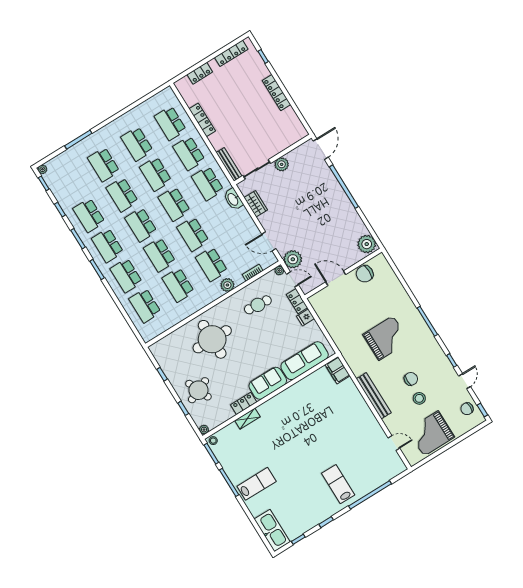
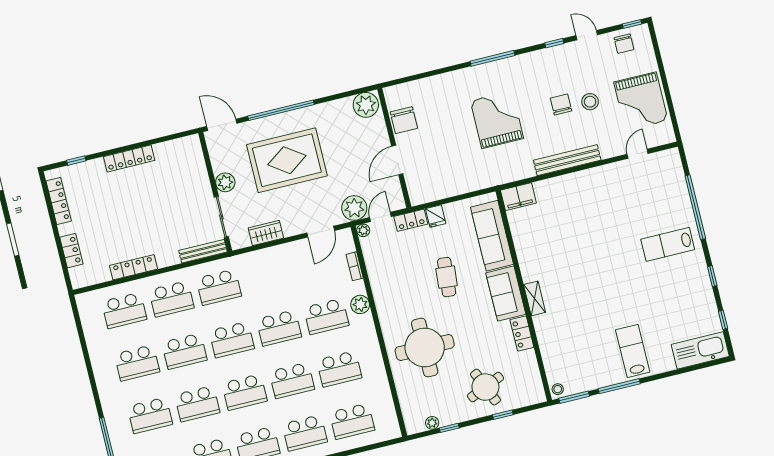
washbasin: (233, 199) -> (250, 260), removed
rug: (311, 202) -> (287, 160), added
cafe table: (258, 305) -> (447, 277), moved
shelving: (247, 419) -> (535, 298), moved
plant: (204, 430) -> (432, 423), moved

